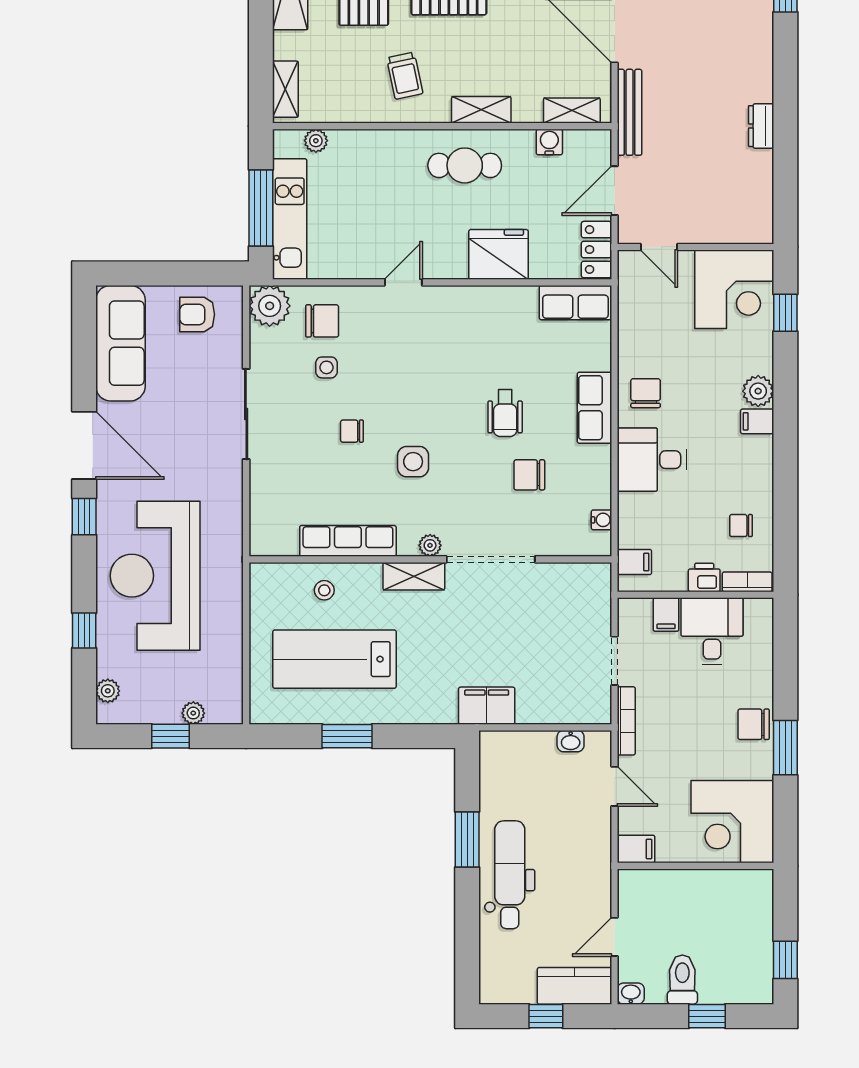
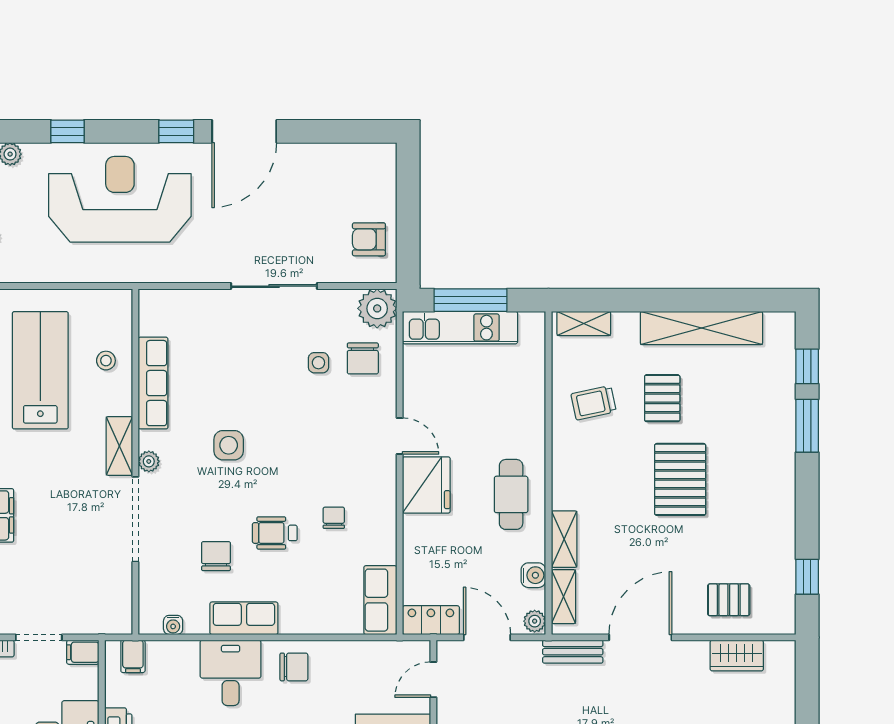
trolley: (405, 76) -> (594, 403), moved
shelving: (481, 110) -> (564, 539), moved
bench: (630, 112) -> (573, 652), width x0.73
plant: (316, 141) -> (535, 621), moved
fridge: (499, 254) -> (426, 485), moved
armchair: (197, 314) -> (369, 239), turned -90
sofa: (120, 343) -> (342, 166), removed
row of seats: (595, 408) -> (244, 618), moved
chair: (352, 431) -> (334, 518), moved
filing cabinet: (666, 615) -> (83, 652), moved

